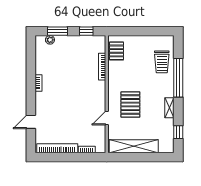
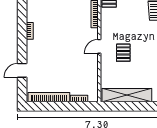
pallet: (130, 105) -> (123, 53), width x0.67, depth x0.71
door: (107, 118) -> (99, 46), moved

